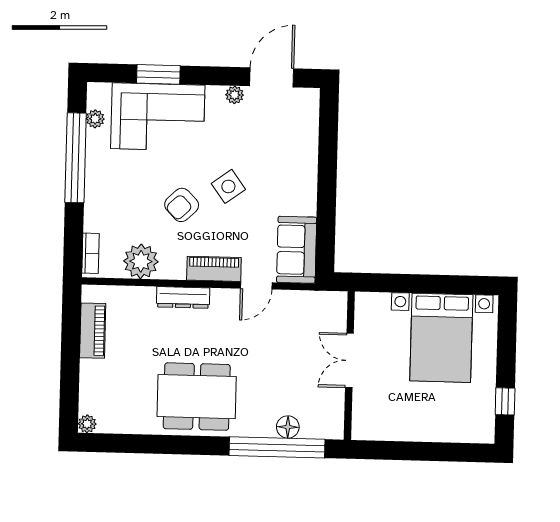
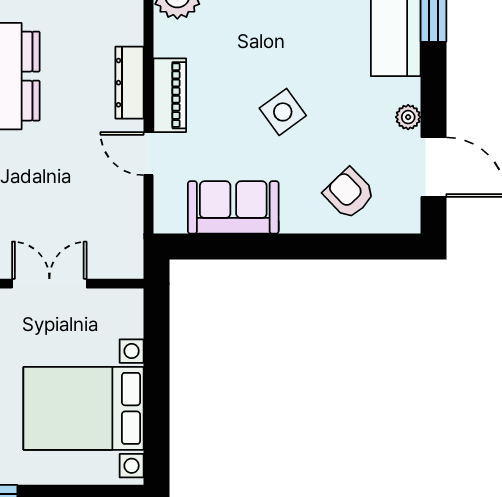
armchair: (182, 205) -> (349, 193), moved
sofa: (297, 250) -> (233, 207), moved
dresser: (183, 297) -> (129, 83), moved

